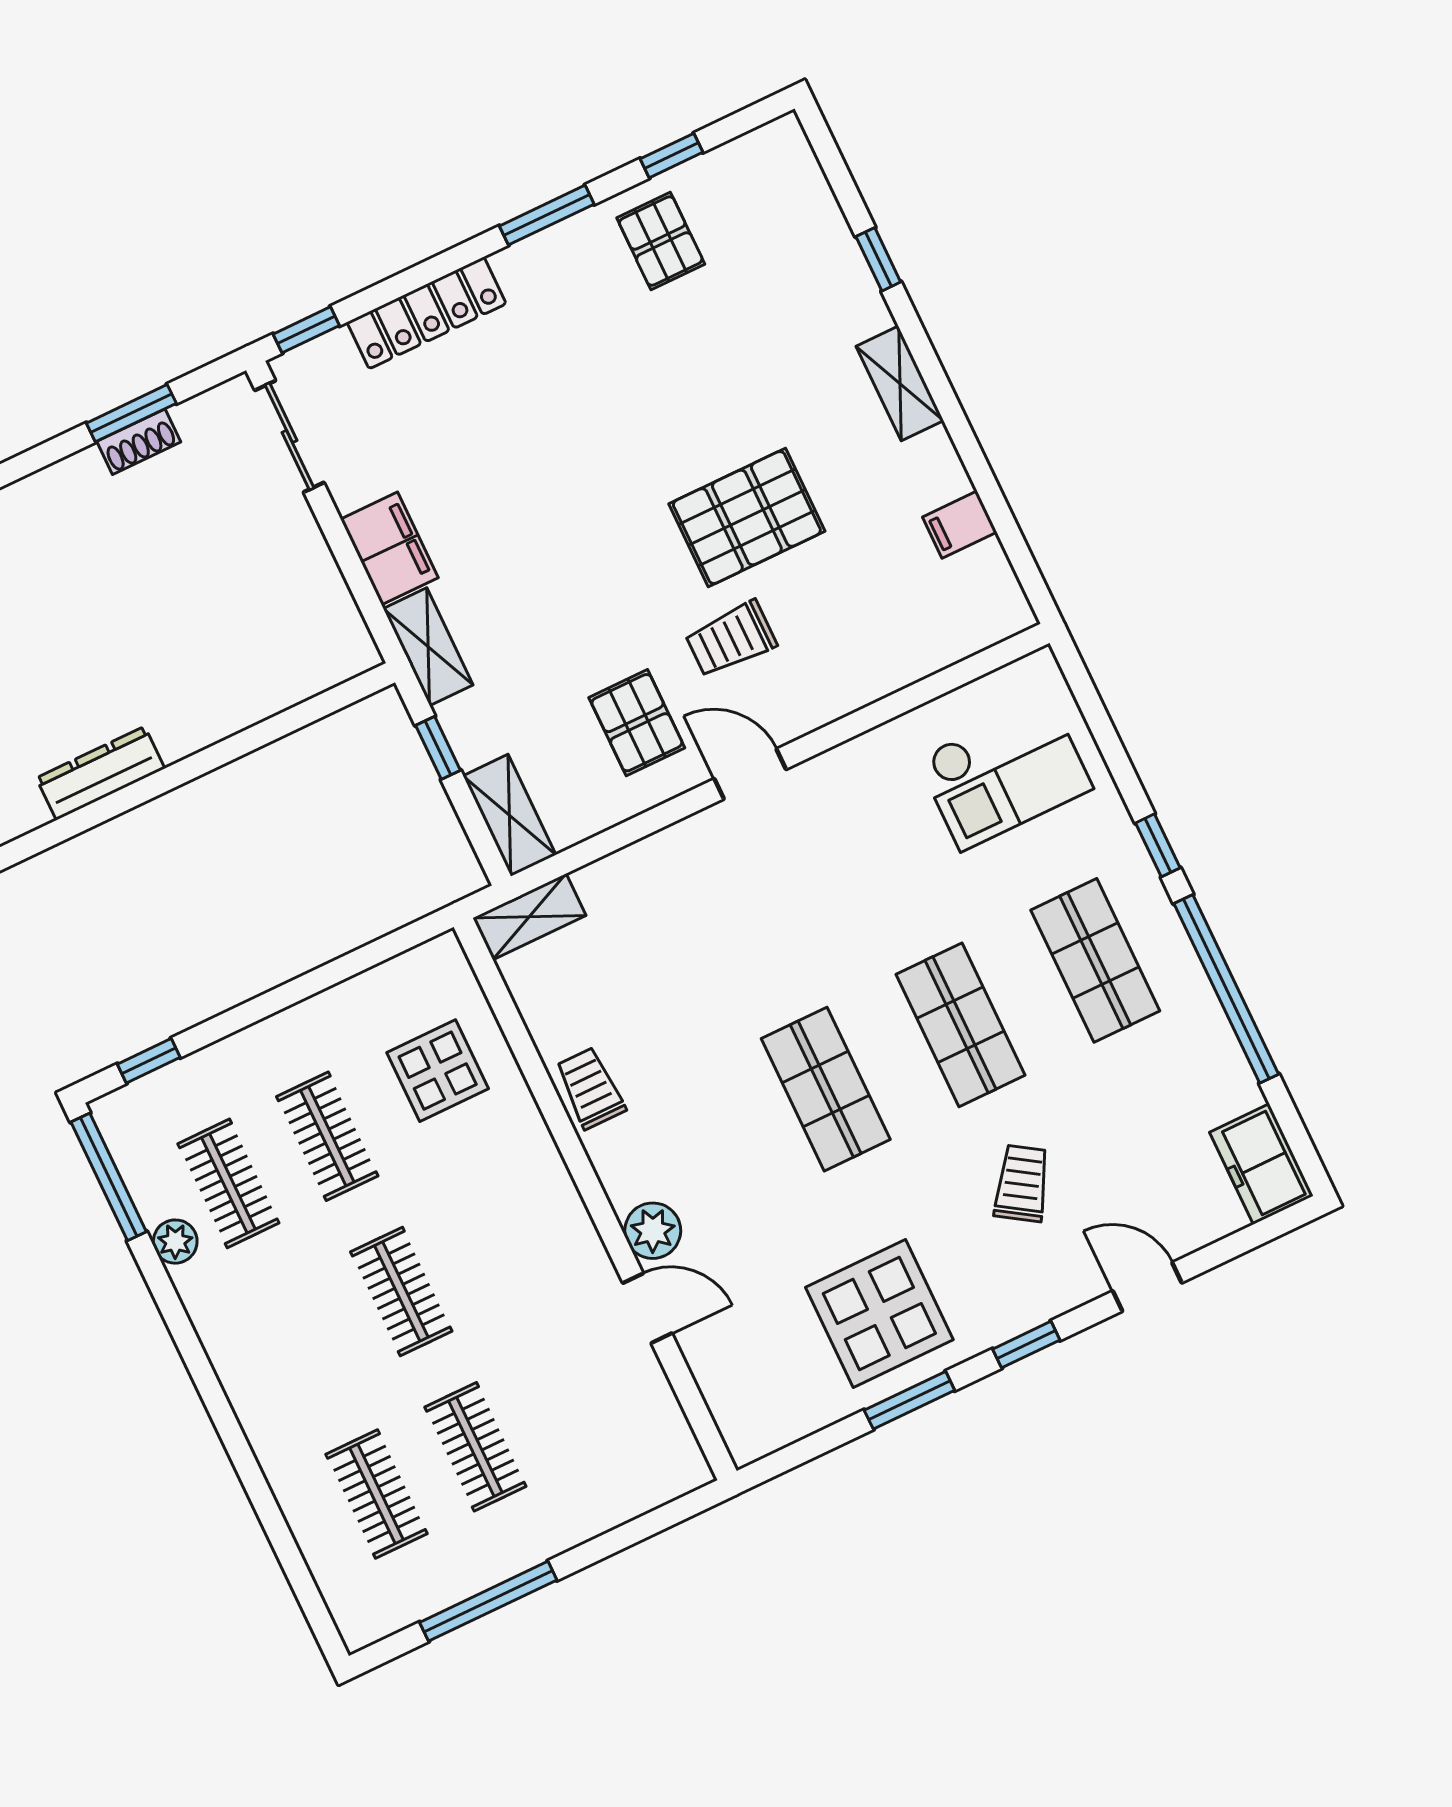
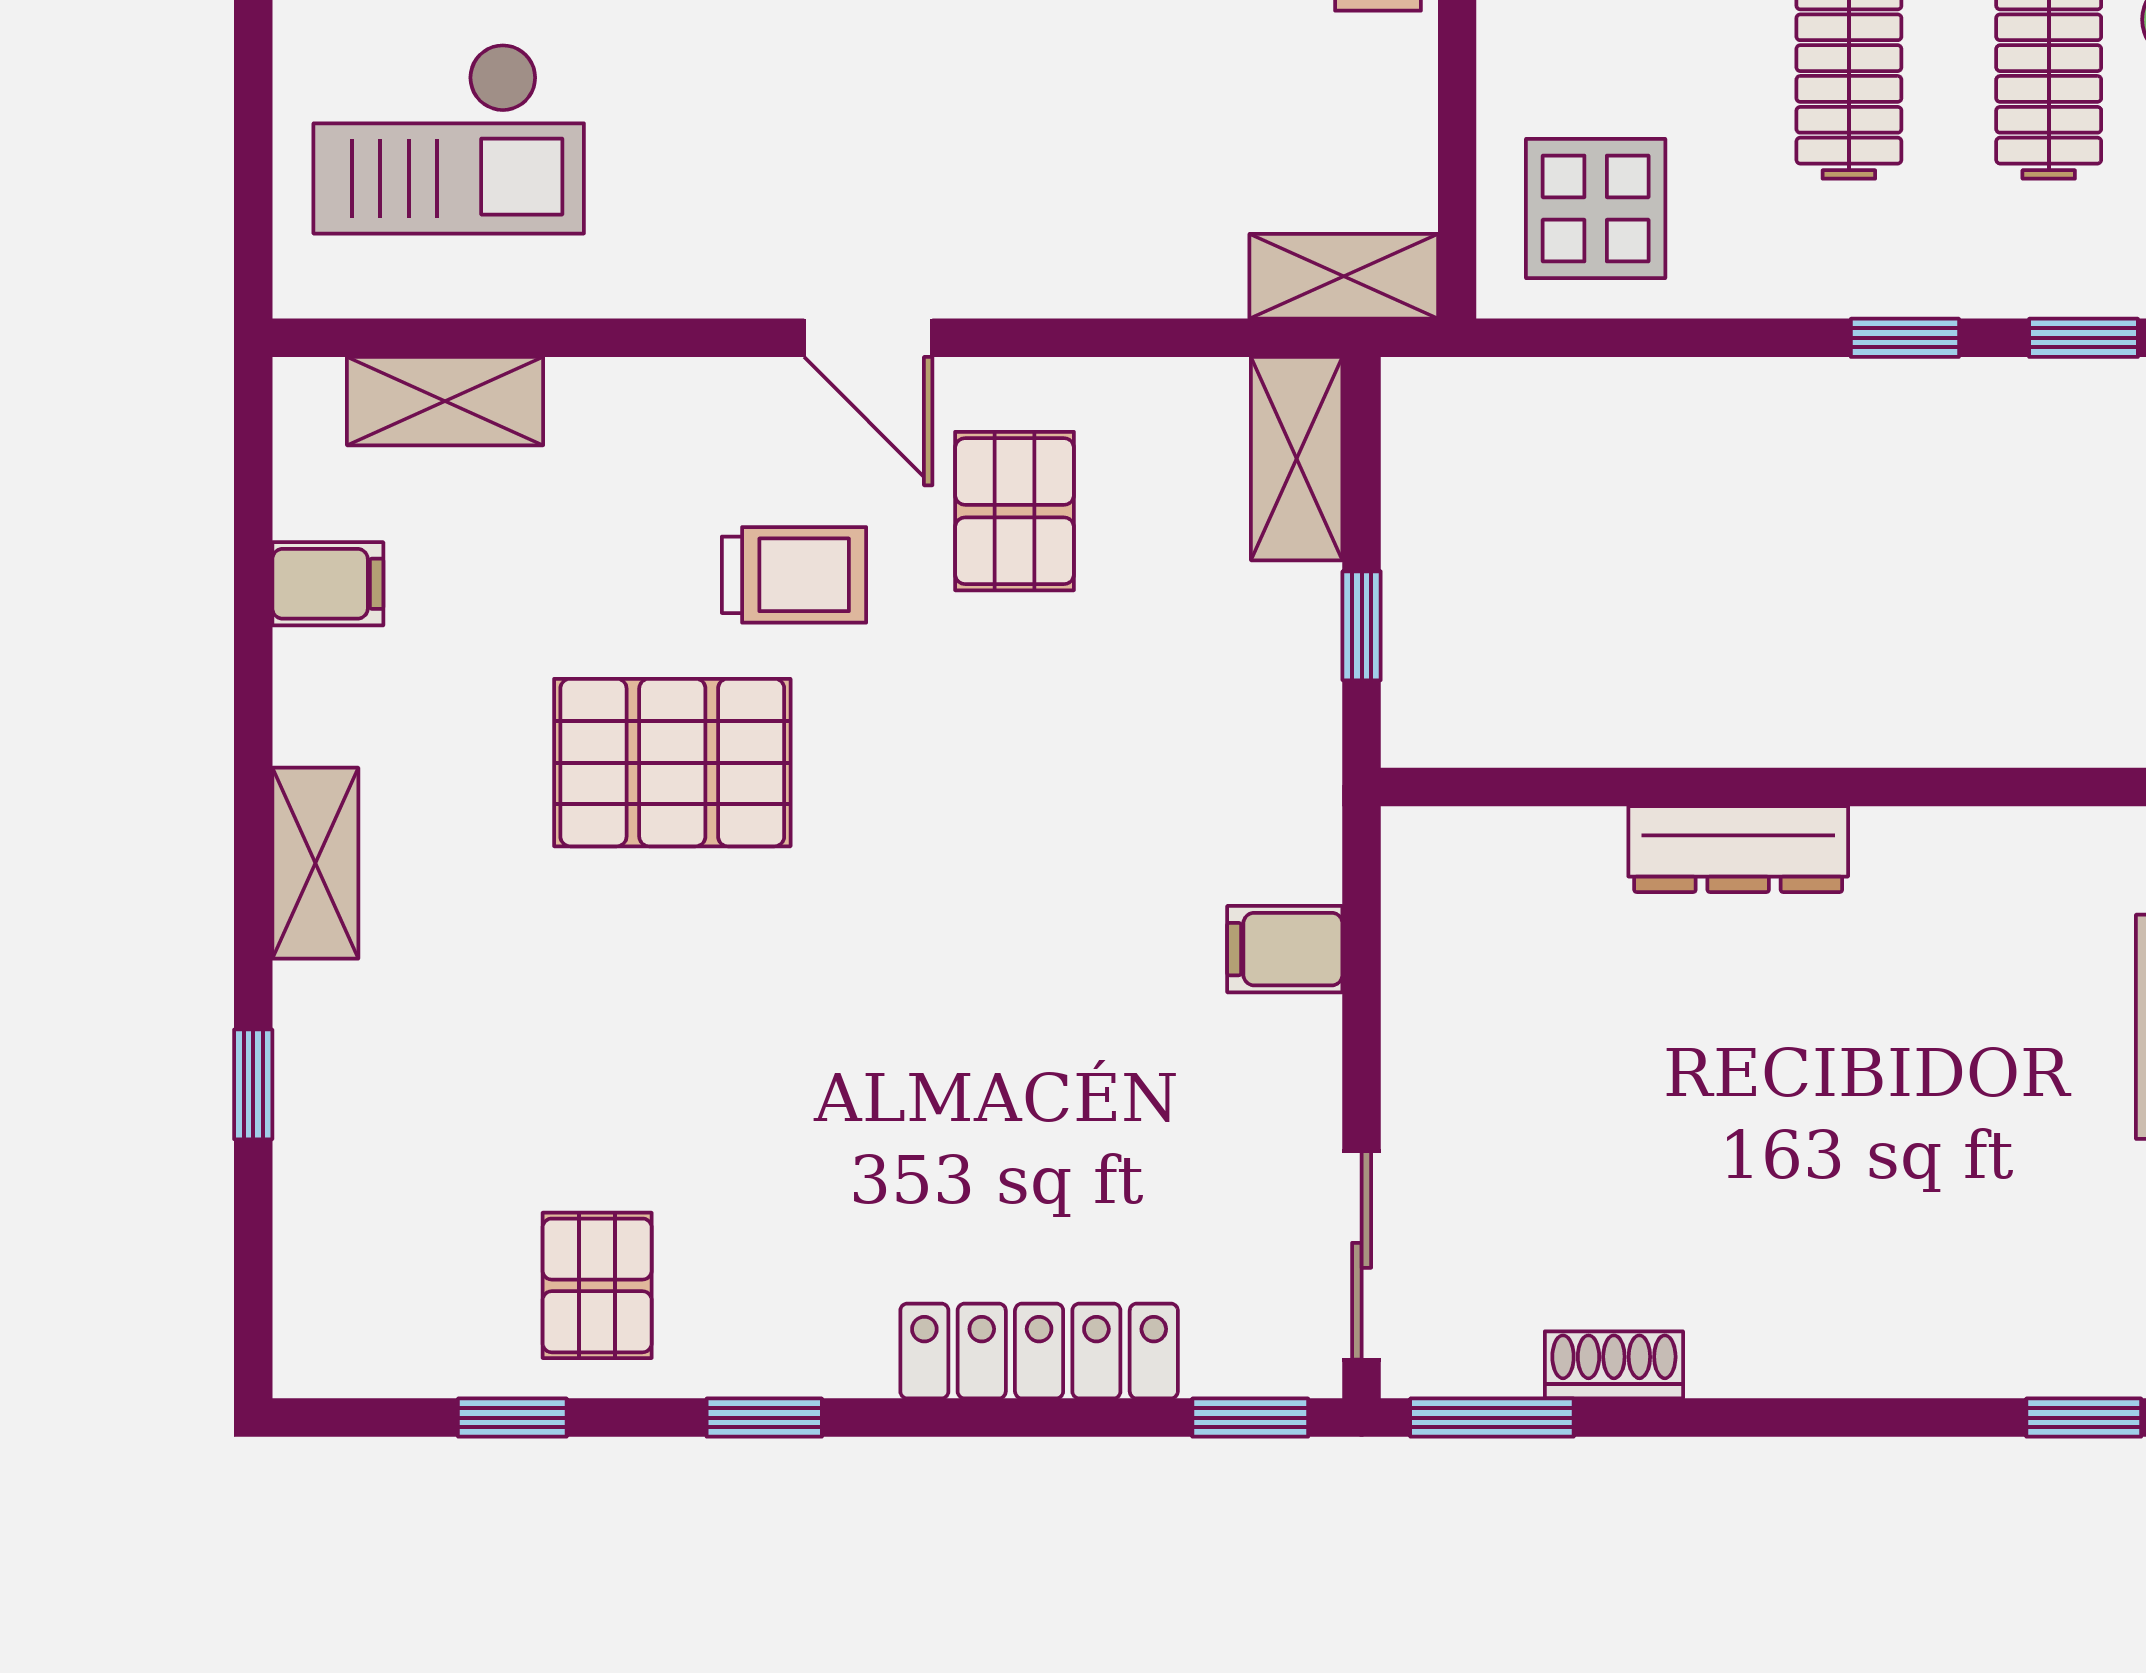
window: (547, 215) -> (764, 1418), width x0.67
window: (131, 413) -> (1492, 1418), moved
filing cabinet: (390, 548) -> (1285, 949), width x0.50
shelving: (428, 647) -> (445, 401), moved, turned 90
dresser: (100, 773) -> (1738, 849), moved
checkout: (1005, 774) -> (449, 139), turned 180
window: (237, 1019) -> (1905, 338), added
display table: (438, 1071) -> (1596, 208), moved

